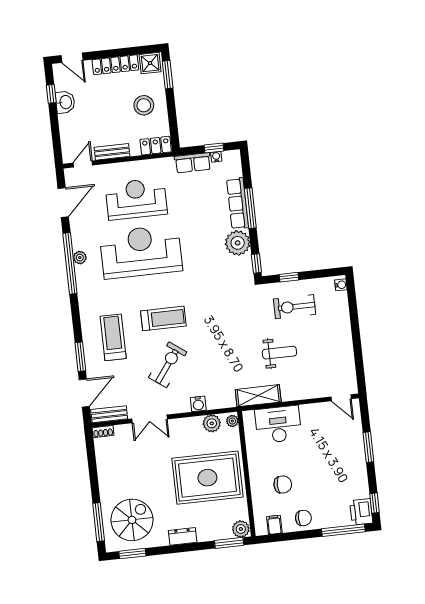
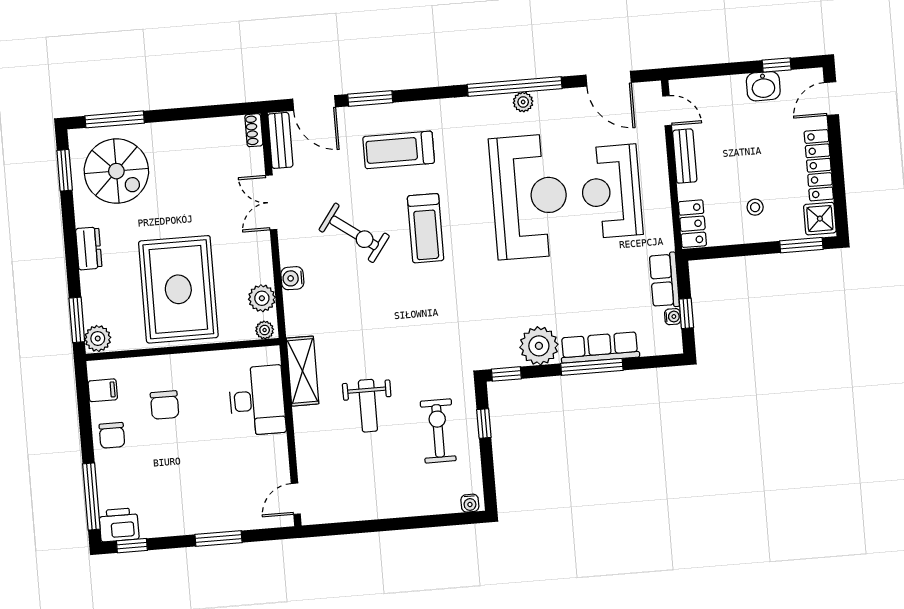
stool: (144, 105) -> (755, 207), width x0.53, depth x0.53
reception desk: (136, 199) -> (611, 191), turned 180
treadmill: (113, 337) -> (399, 150), turned 180

